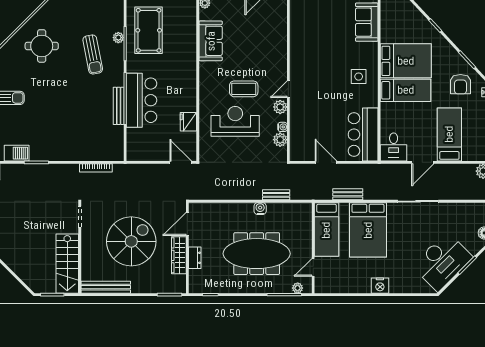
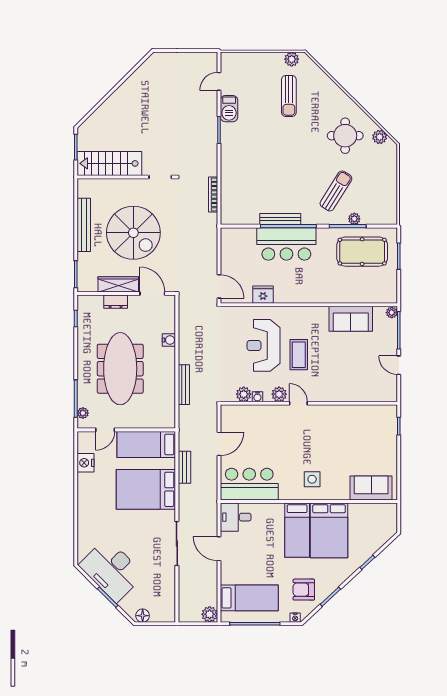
plant: (43, 14) -> (380, 137), added
sun lounger: (93, 54) -> (336, 191), turned 133
reception desk: (235, 121) -> (263, 345), turned 180
bed: (449, 134) -> (249, 598), moved
door: (181, 162) -> (219, 286), hinge flipped
bench: (276, 195) -> (184, 385), width x1.36
water cooler: (260, 209) -> (169, 340), moved
door: (313, 267) -> (105, 430), swing flipped
nightstand: (380, 286) -> (85, 463), moved
bench: (106, 287) -> (84, 225), moved

